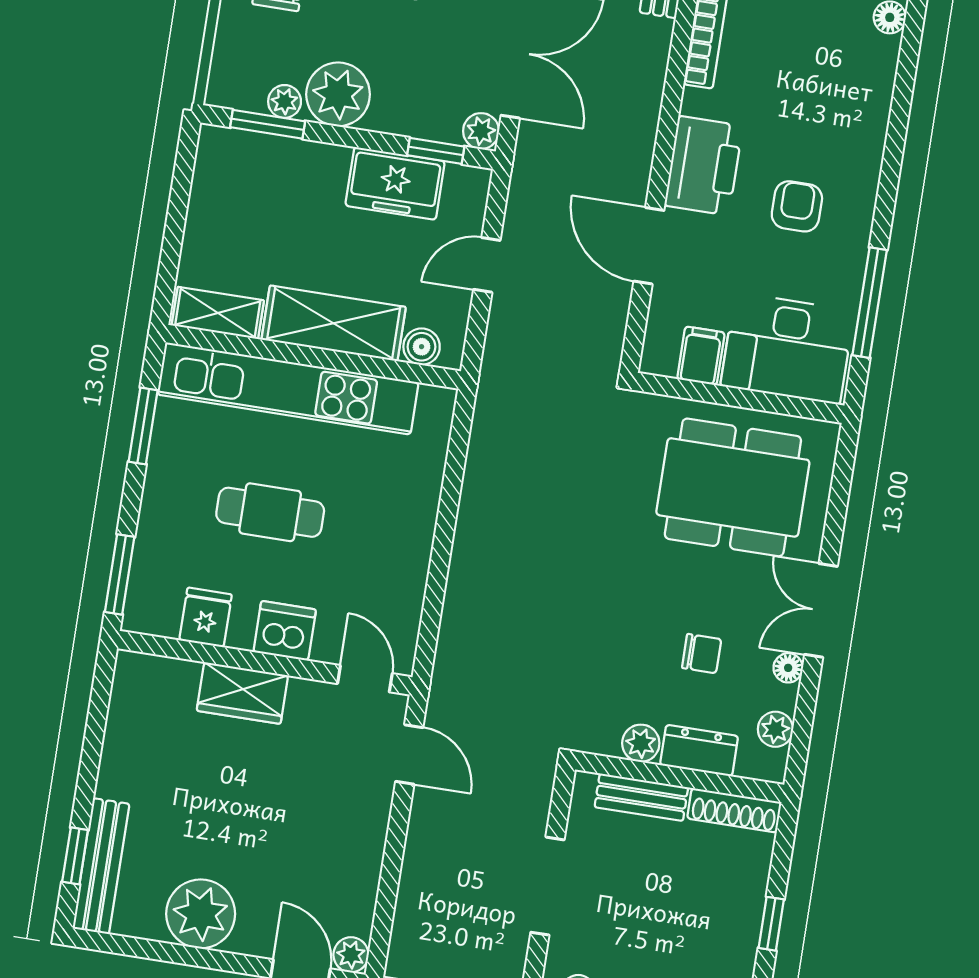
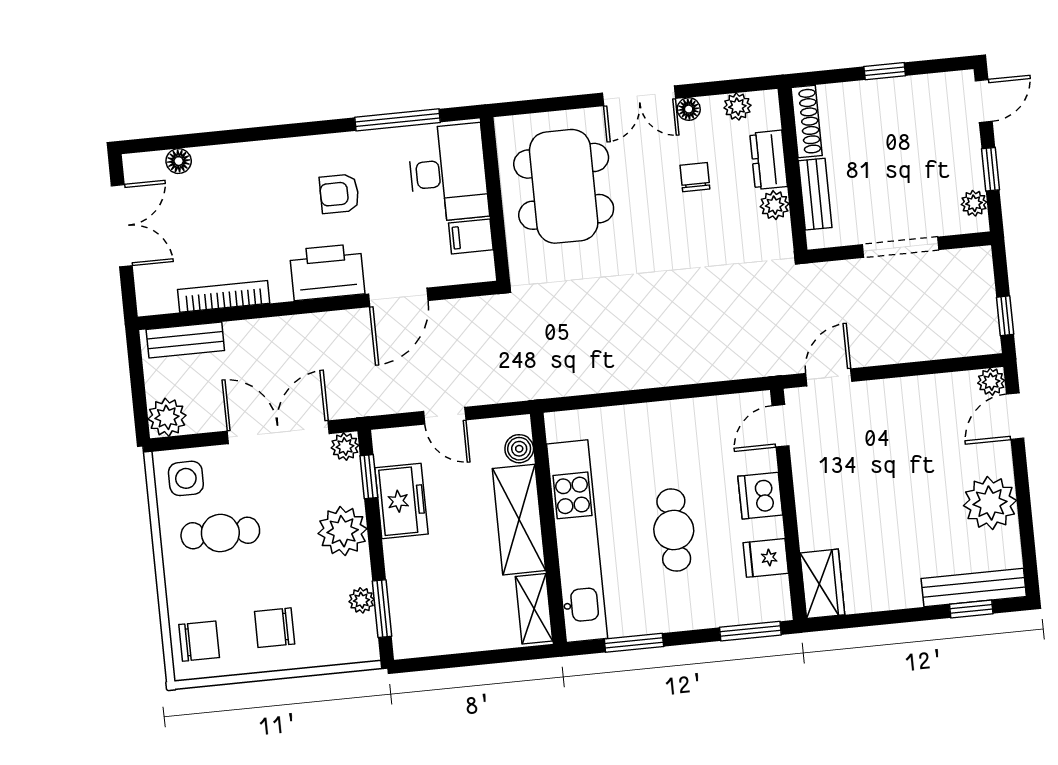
plant: (338, 94) -> (343, 531), moved
wardrobe: (242, 693) -> (822, 584), moved

